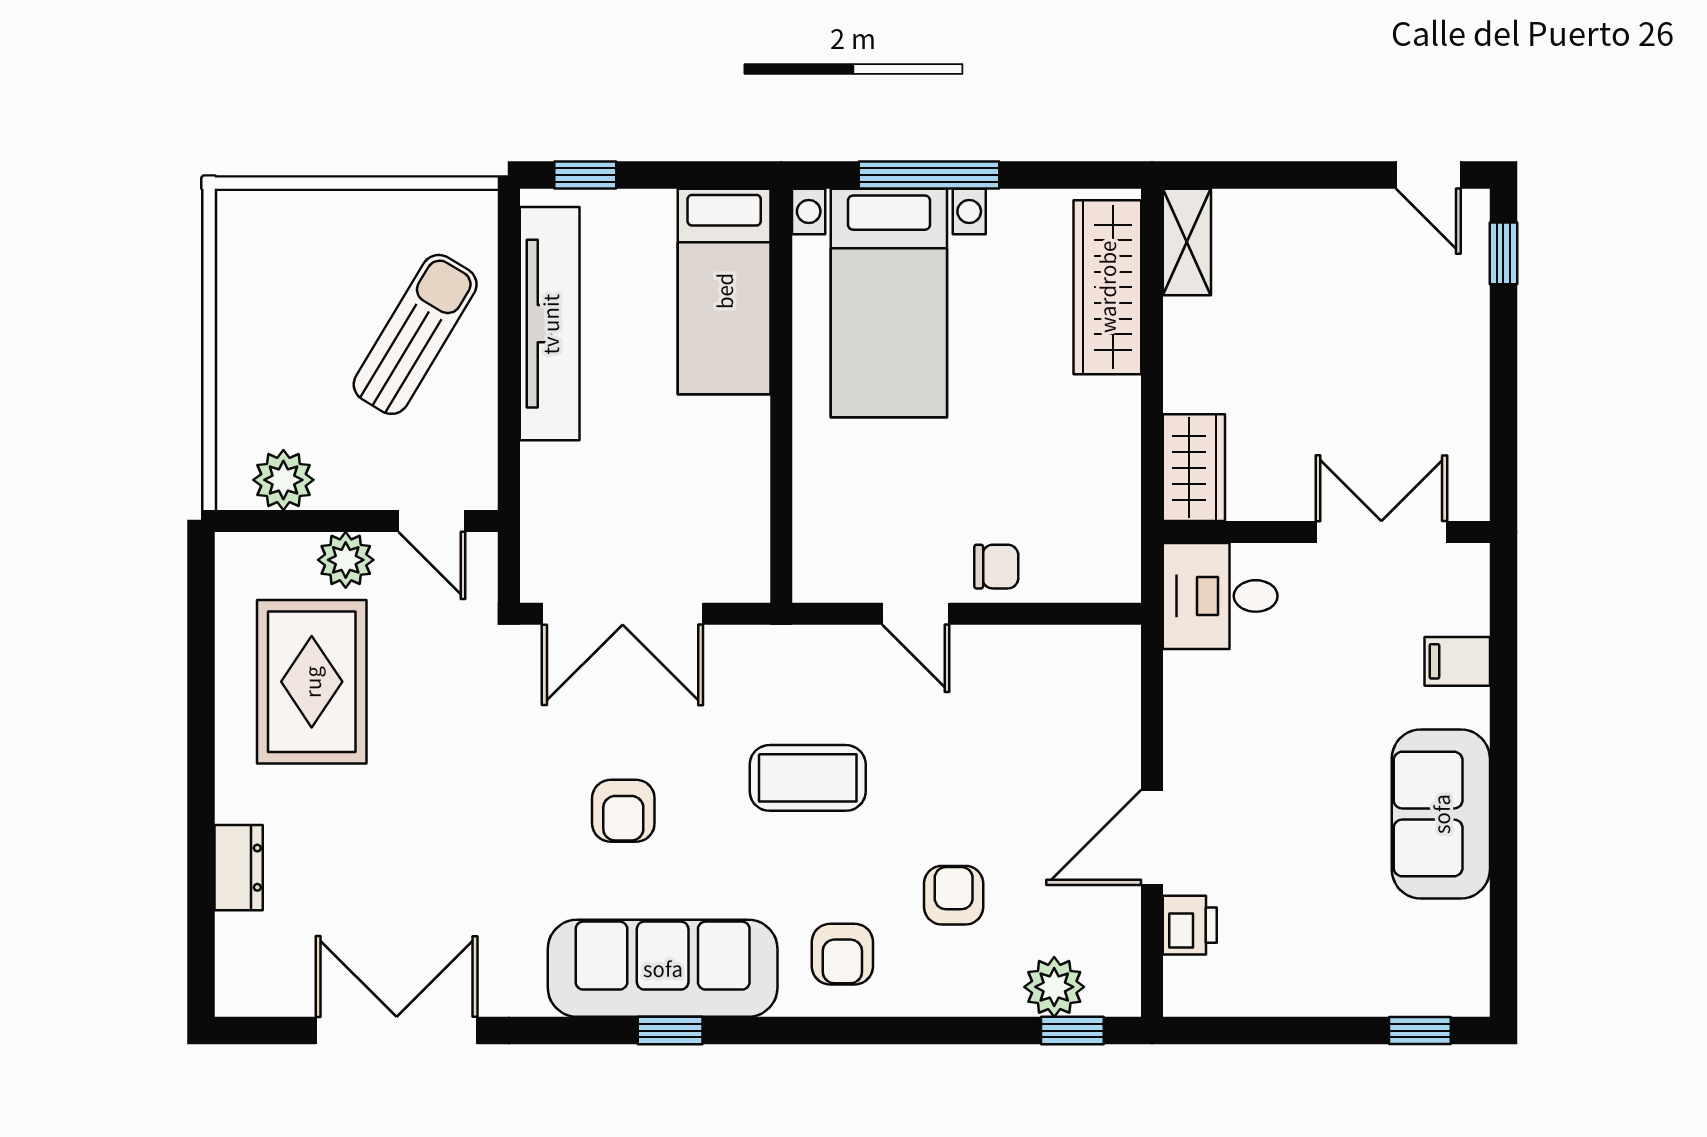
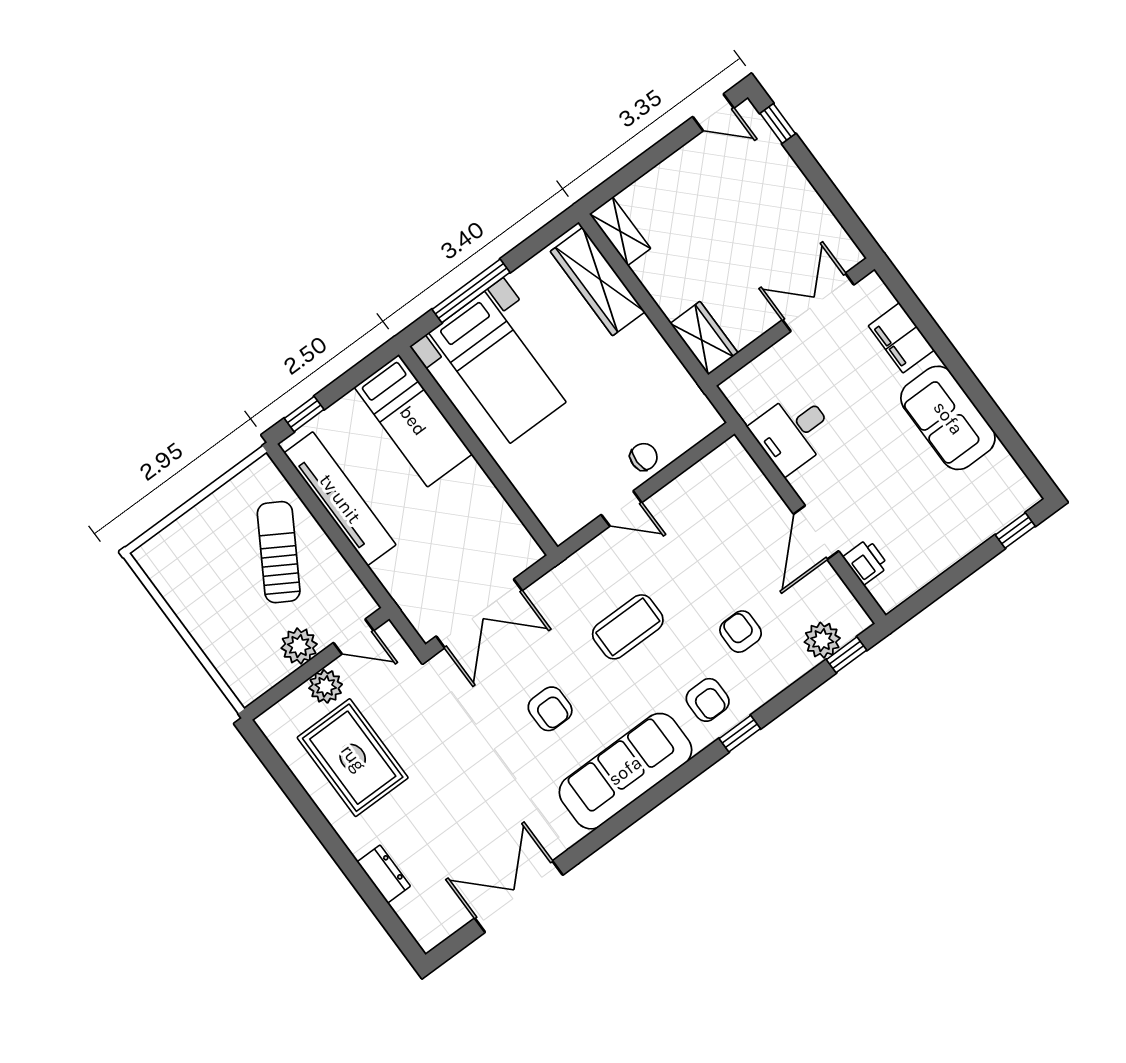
plant: (283, 480) -> (299, 646), moved
desk: (1220, 596) -> (793, 432), moved
filing cabinet: (1457, 661) -> (901, 338), width x2.00
window: (670, 1031) -> (740, 734), moved

